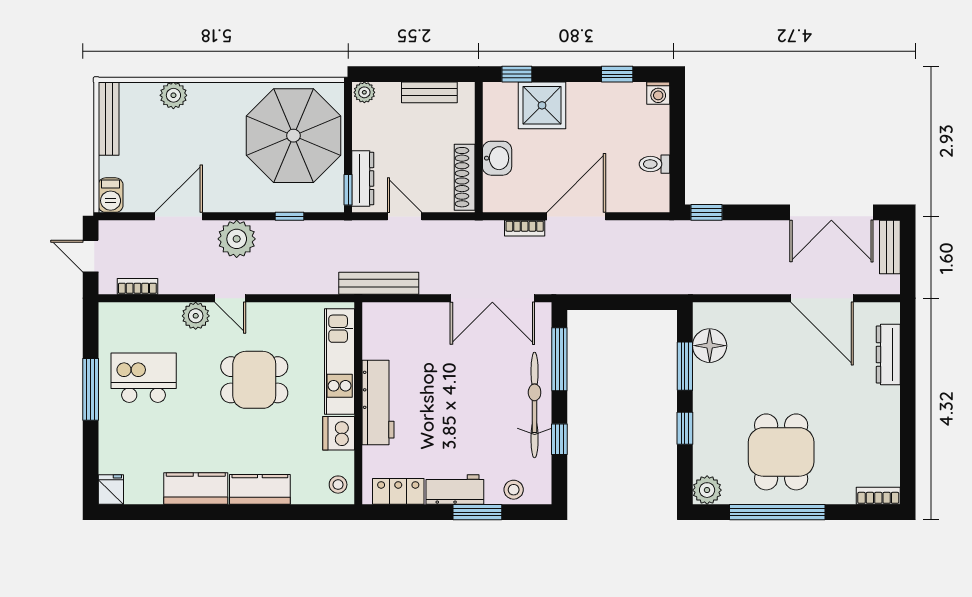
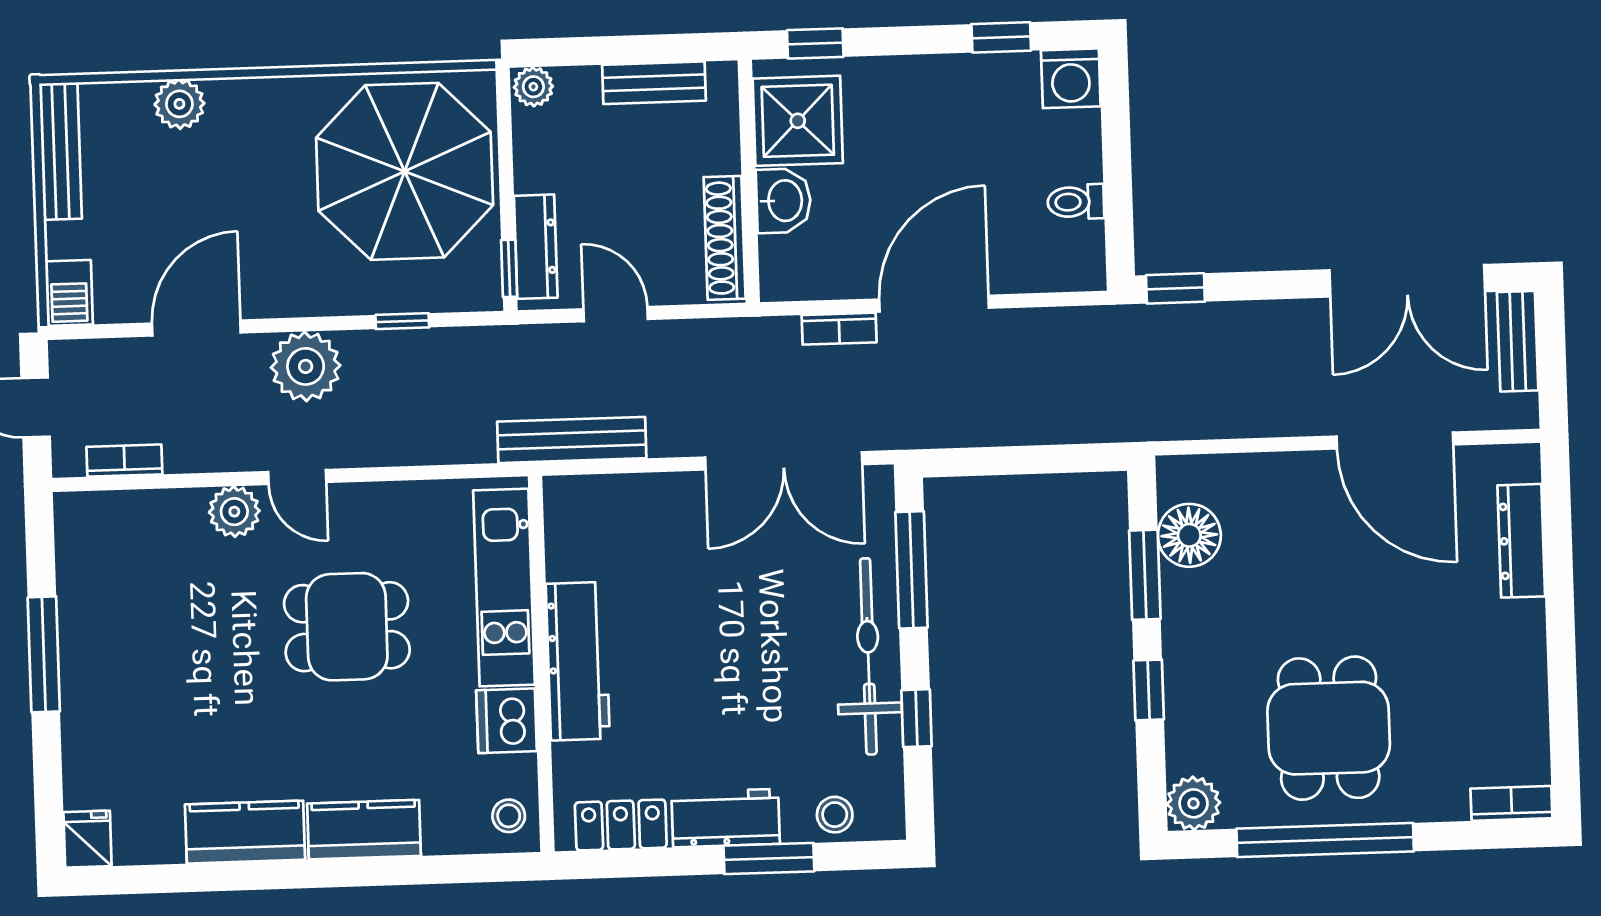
washing machine: (658, 93) -> (1071, 78), width x1.38, depth x1.38
shower: (542, 105) -> (798, 121), moved
kitchen island: (144, 378) -> (141, 630), removed

